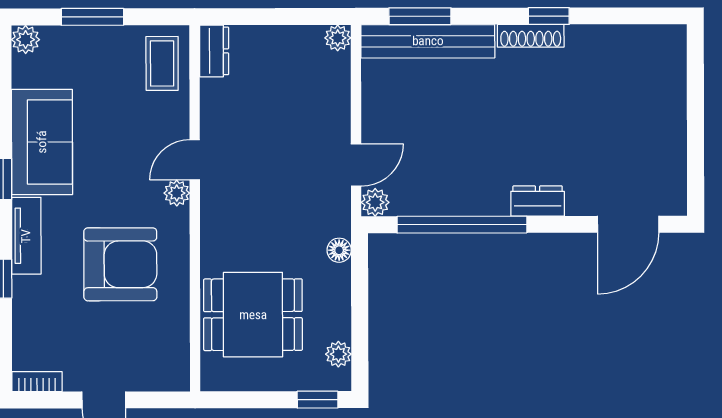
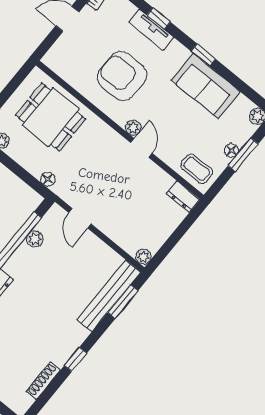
shoe rack: (531, 36) -> (43, 381), moved
floor lamp: (100, 37) -> (231, 151), added
plant: (375, 202) -> (35, 239), moved
tv unit: (26, 236) -> (151, 30), moved
armchair: (120, 264) -> (122, 76), turned 90
dining table: (253, 315) -> (51, 117), turned 90

